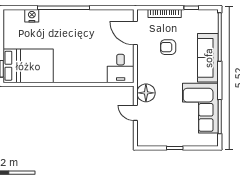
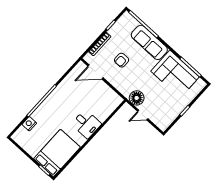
desk: (121, 68) -> (86, 124), moved

